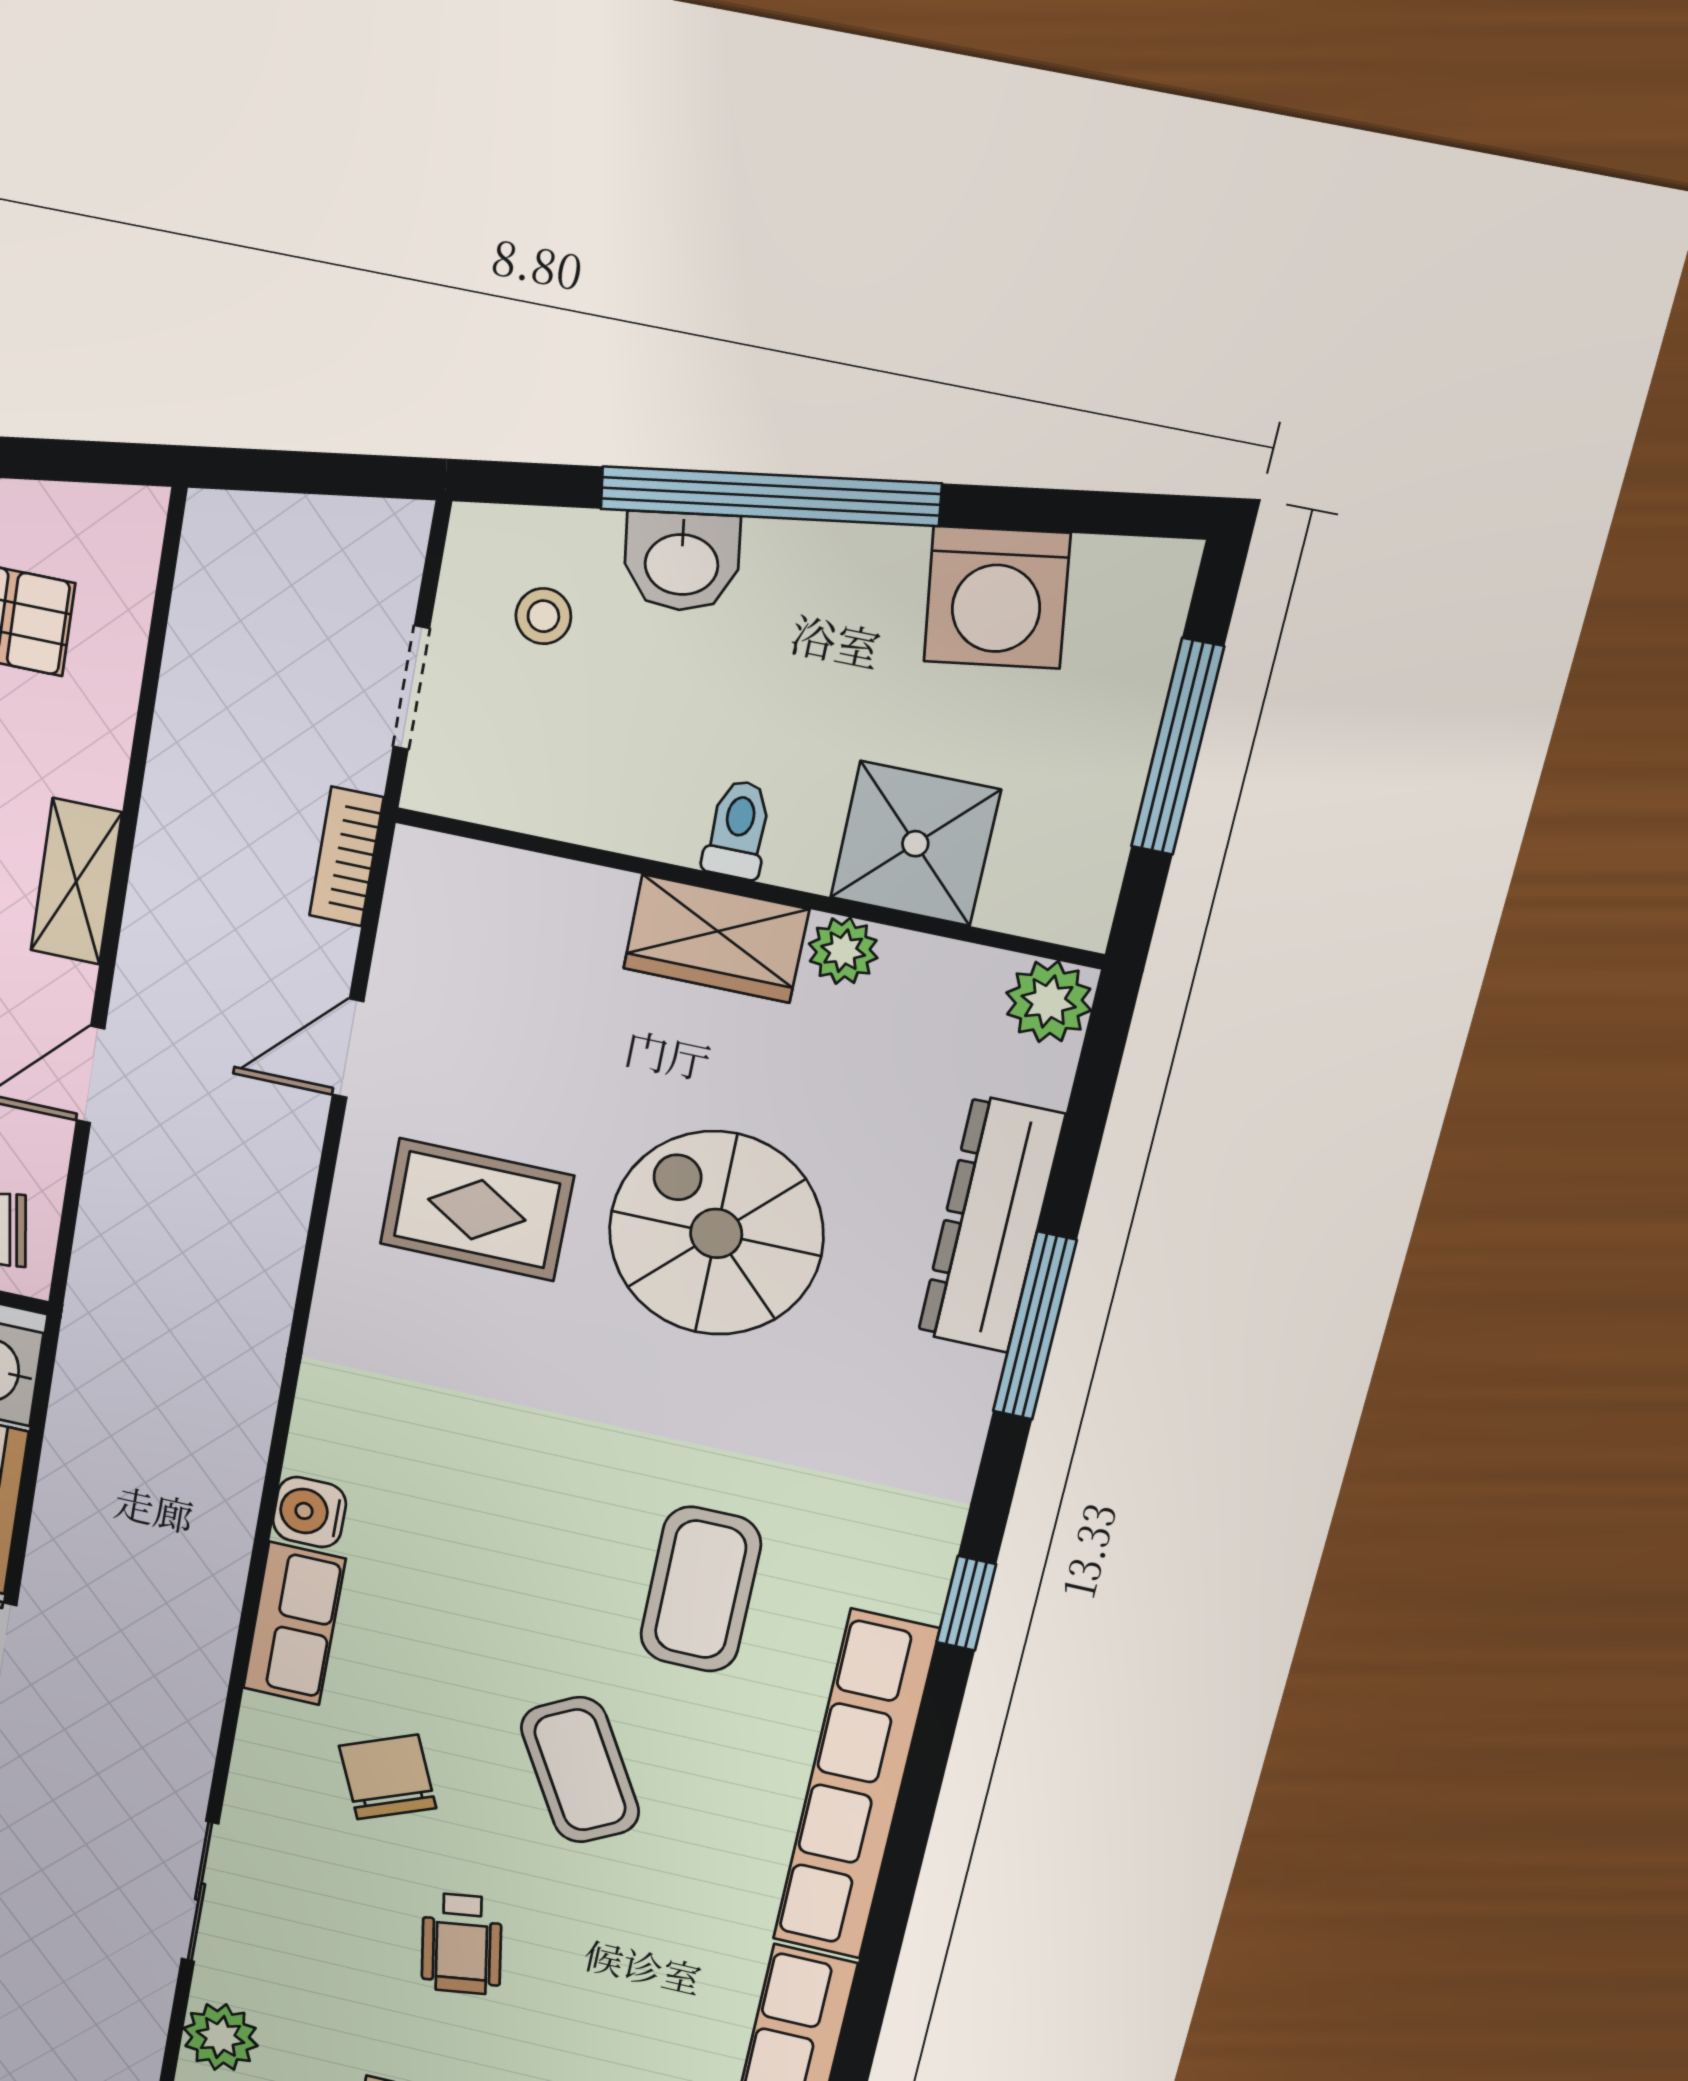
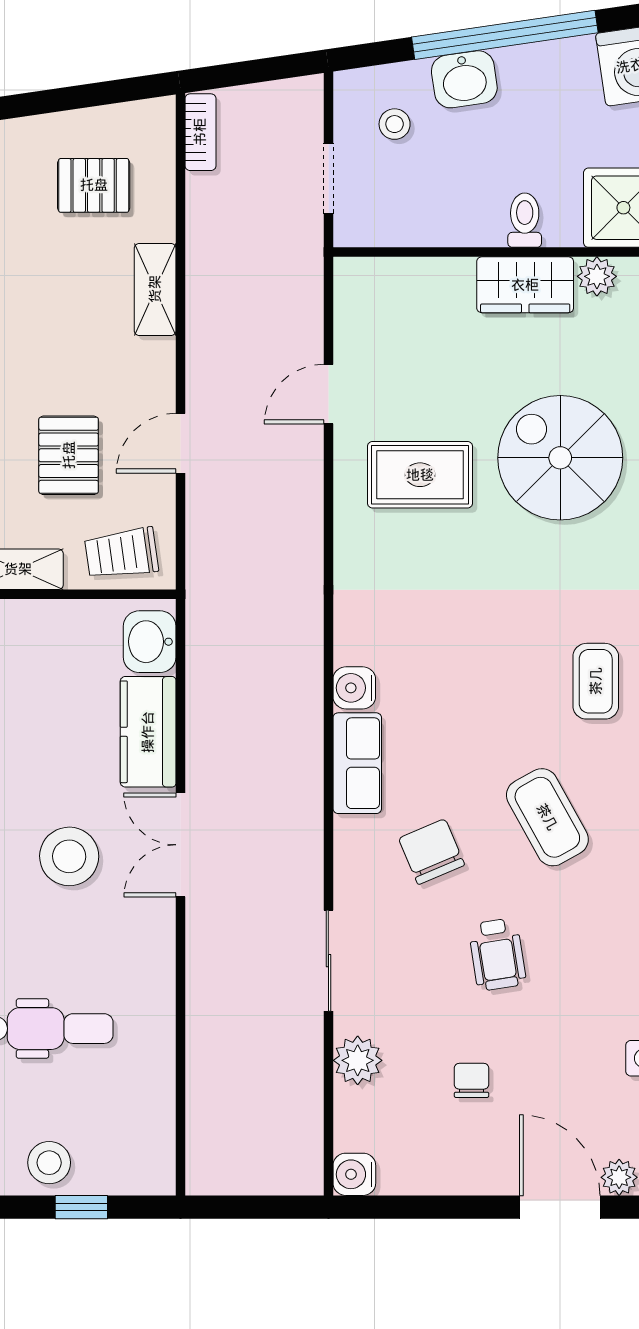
bookcase: (346, 857) -> (200, 132), moved, turned 180
shelving: (76, 882) -> (155, 289), moved
coffee table: (701, 1589) -> (596, 681), width x0.73, depth x0.77

